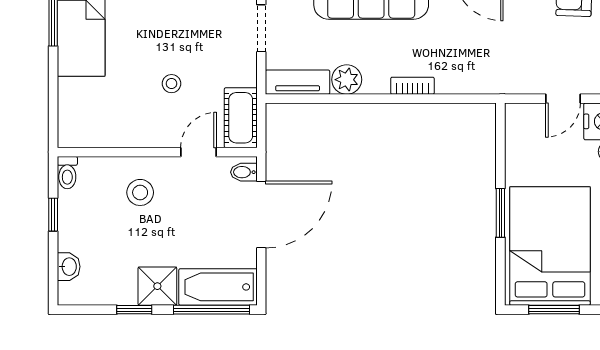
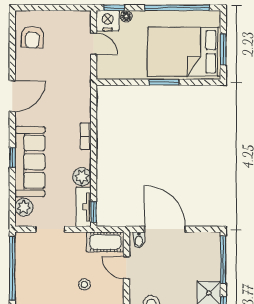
window: (289, 99) -> (94, 212), added
bathtub: (218, 287) -> (209, 256), removed

